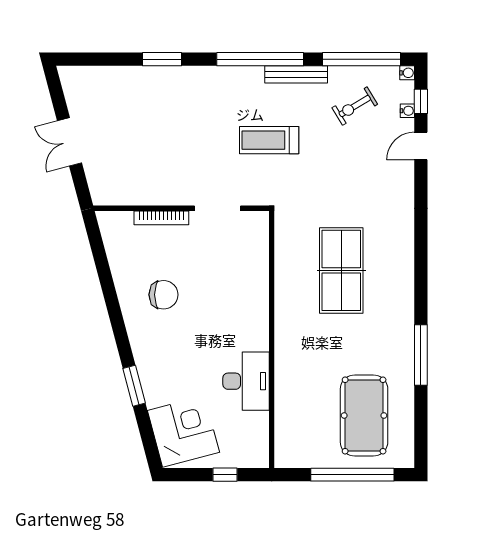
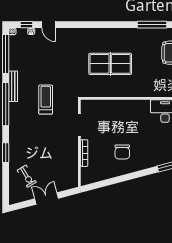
exercise bike: (355, 106) -> (27, 176), moved
treadmill: (269, 140) -> (46, 100), turned 180
double door: (69, 142) -> (47, 198), swing flipped
chair: (164, 295) -> (122, 152), turned 180

